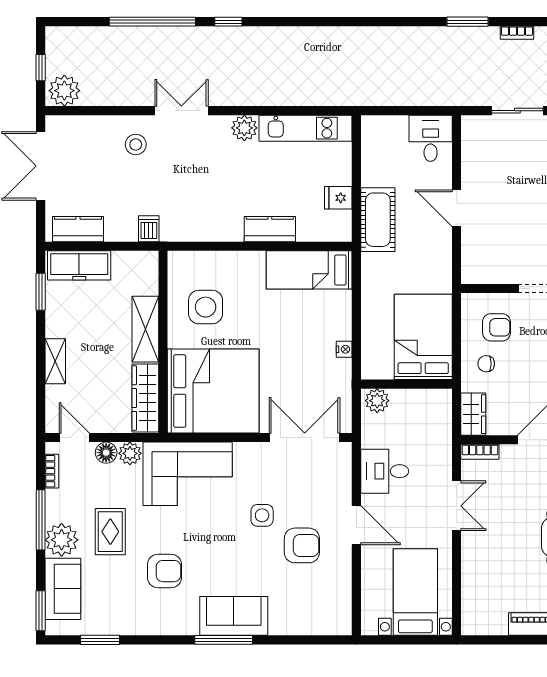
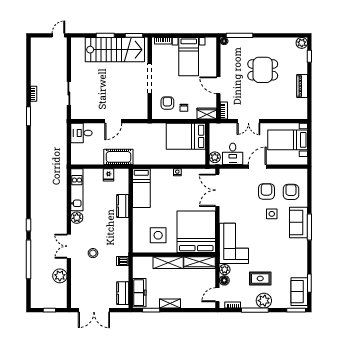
plant: (64, 91) -> (60, 276), moved
stool: (136, 144) -> (93, 253), moved
bed: (423, 337) -> (186, 136), moved
shelving: (55, 361) -> (170, 304), moved
wall: (406, 384) -> (207, 144), moved
plant: (377, 401) -> (215, 157), moved
double door: (457, 506) -> (248, 121), swing flipped
side table: (262, 515) -> (272, 214), moved
armchair: (164, 571) -> (291, 192), moved
sofa: (63, 589) -> (299, 292), moved, turned -90

